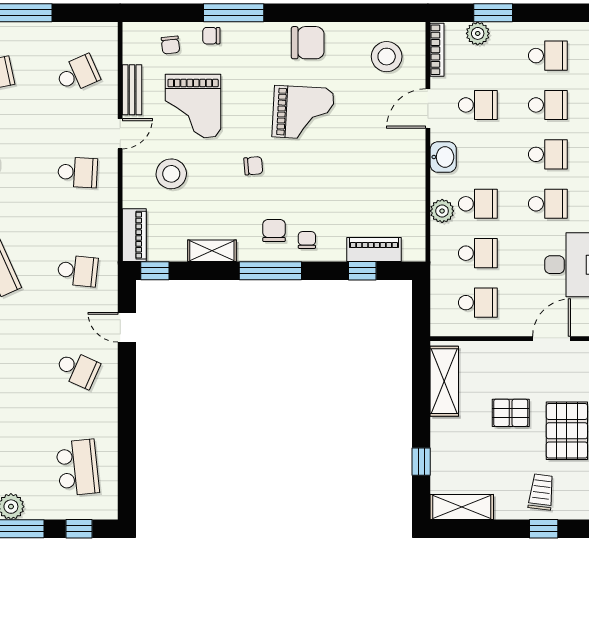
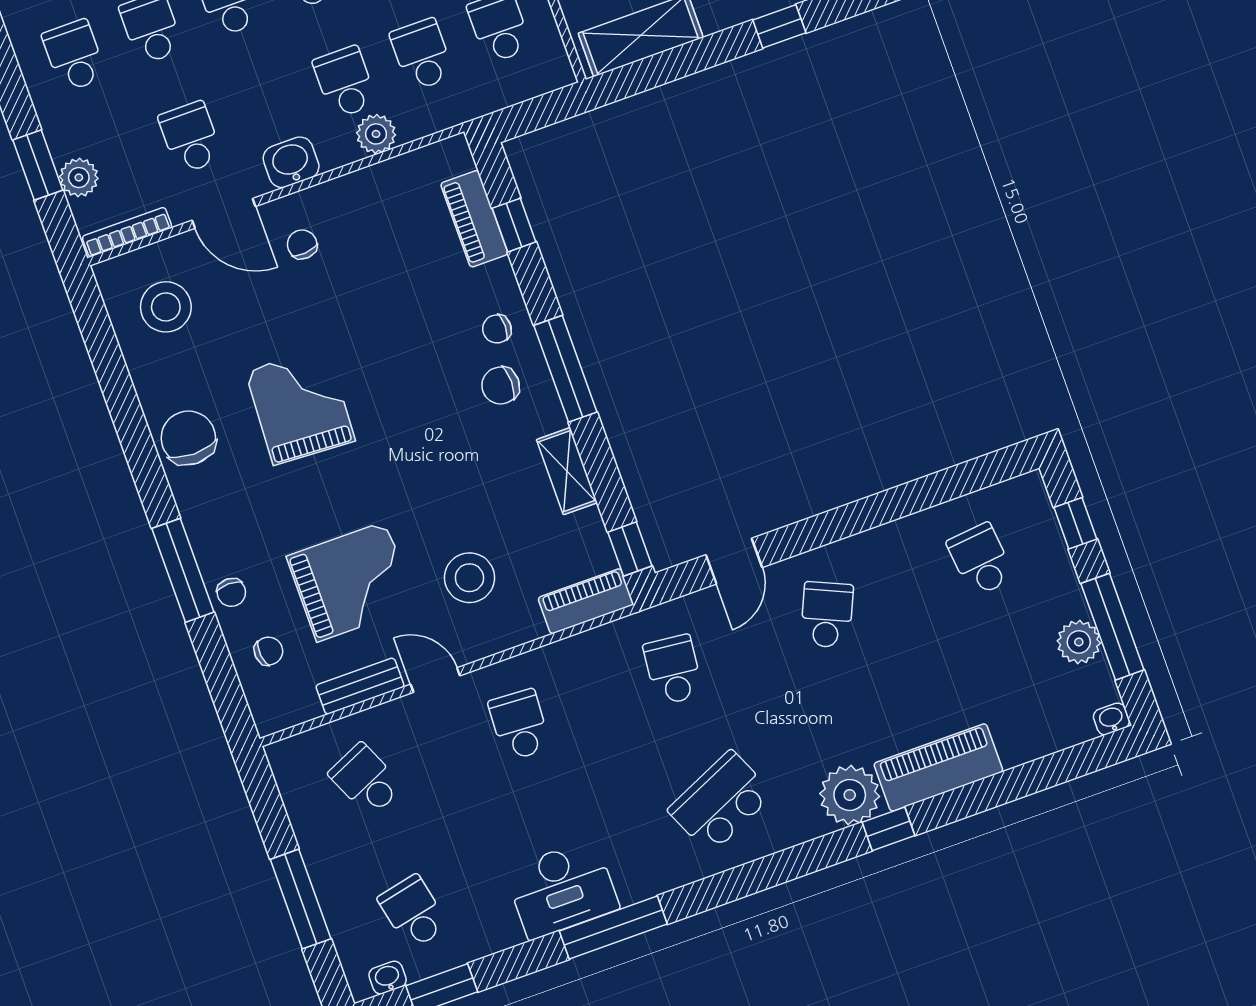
chair: (253, 166) -> (302, 244), moved
school desk: (78, 468) -> (981, 560), width x0.54

